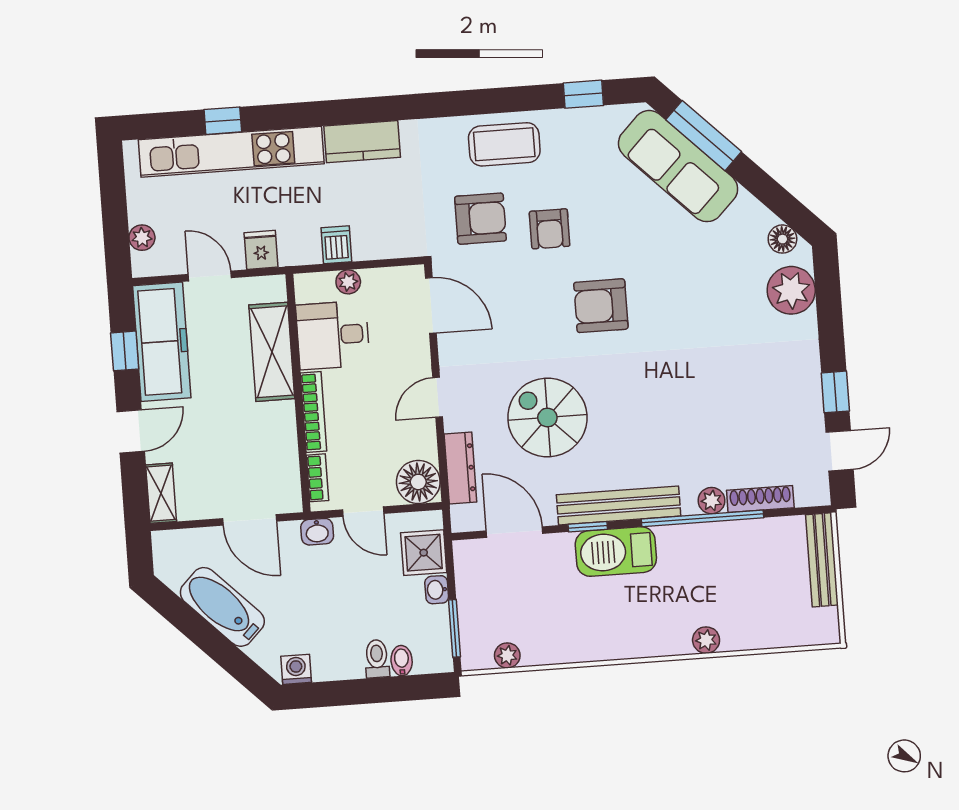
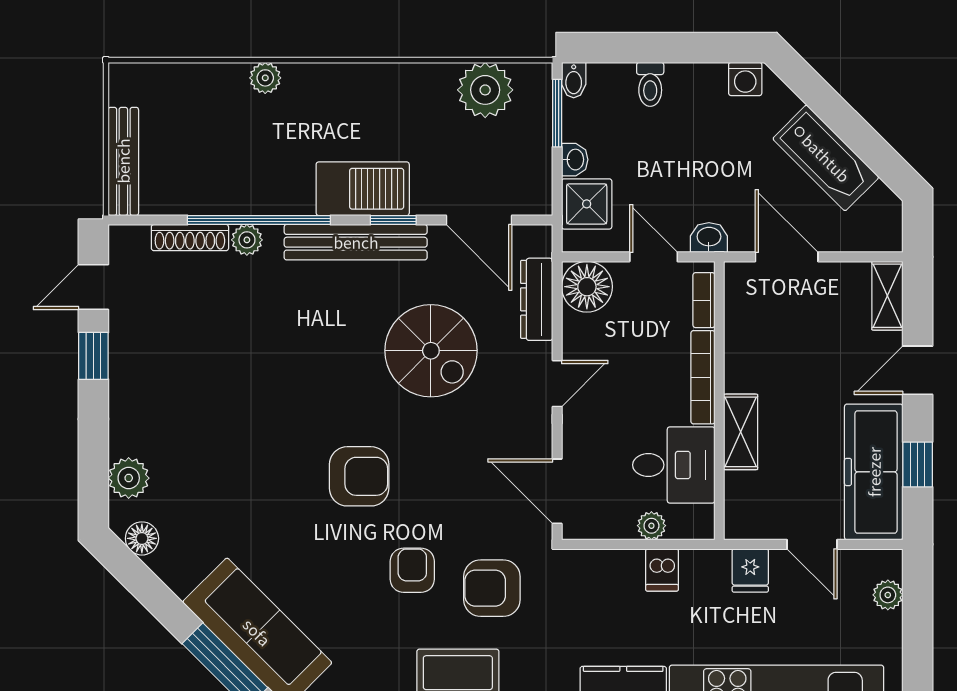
plant: (791, 290) -> (129, 478), width x0.73, depth x0.73
shelving: (272, 352) -> (741, 432), width x0.67, depth x0.75
plant: (507, 655) -> (485, 90), width x1.87, depth x1.87
bidet: (402, 661) -> (574, 80), moved

